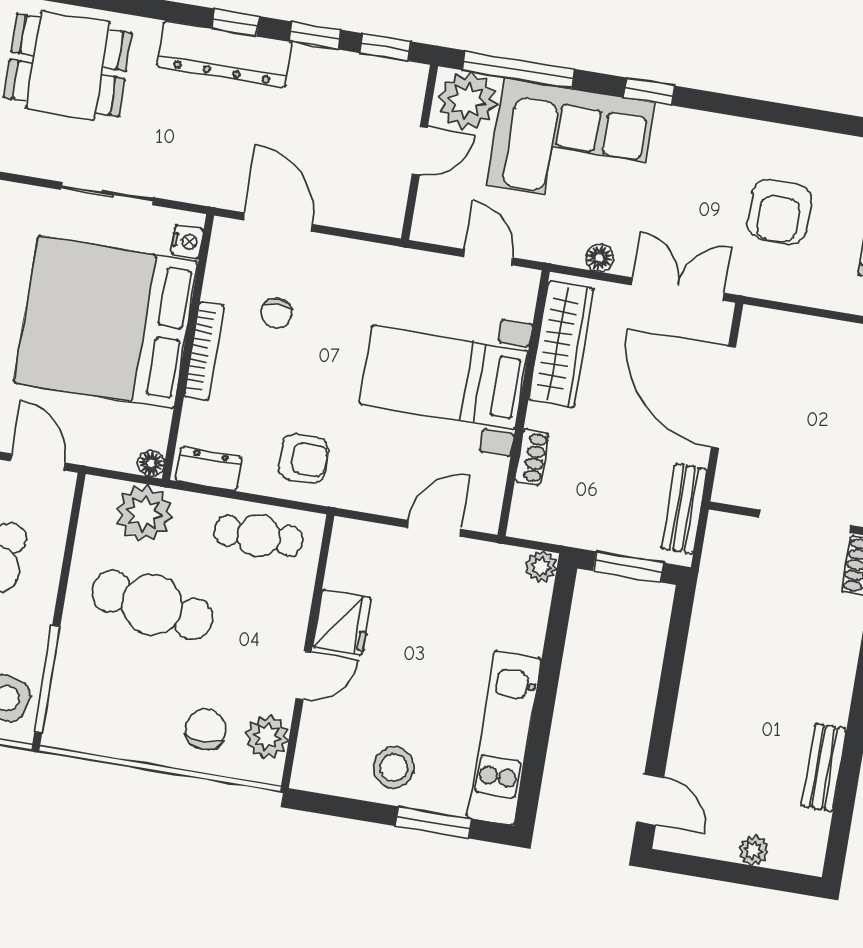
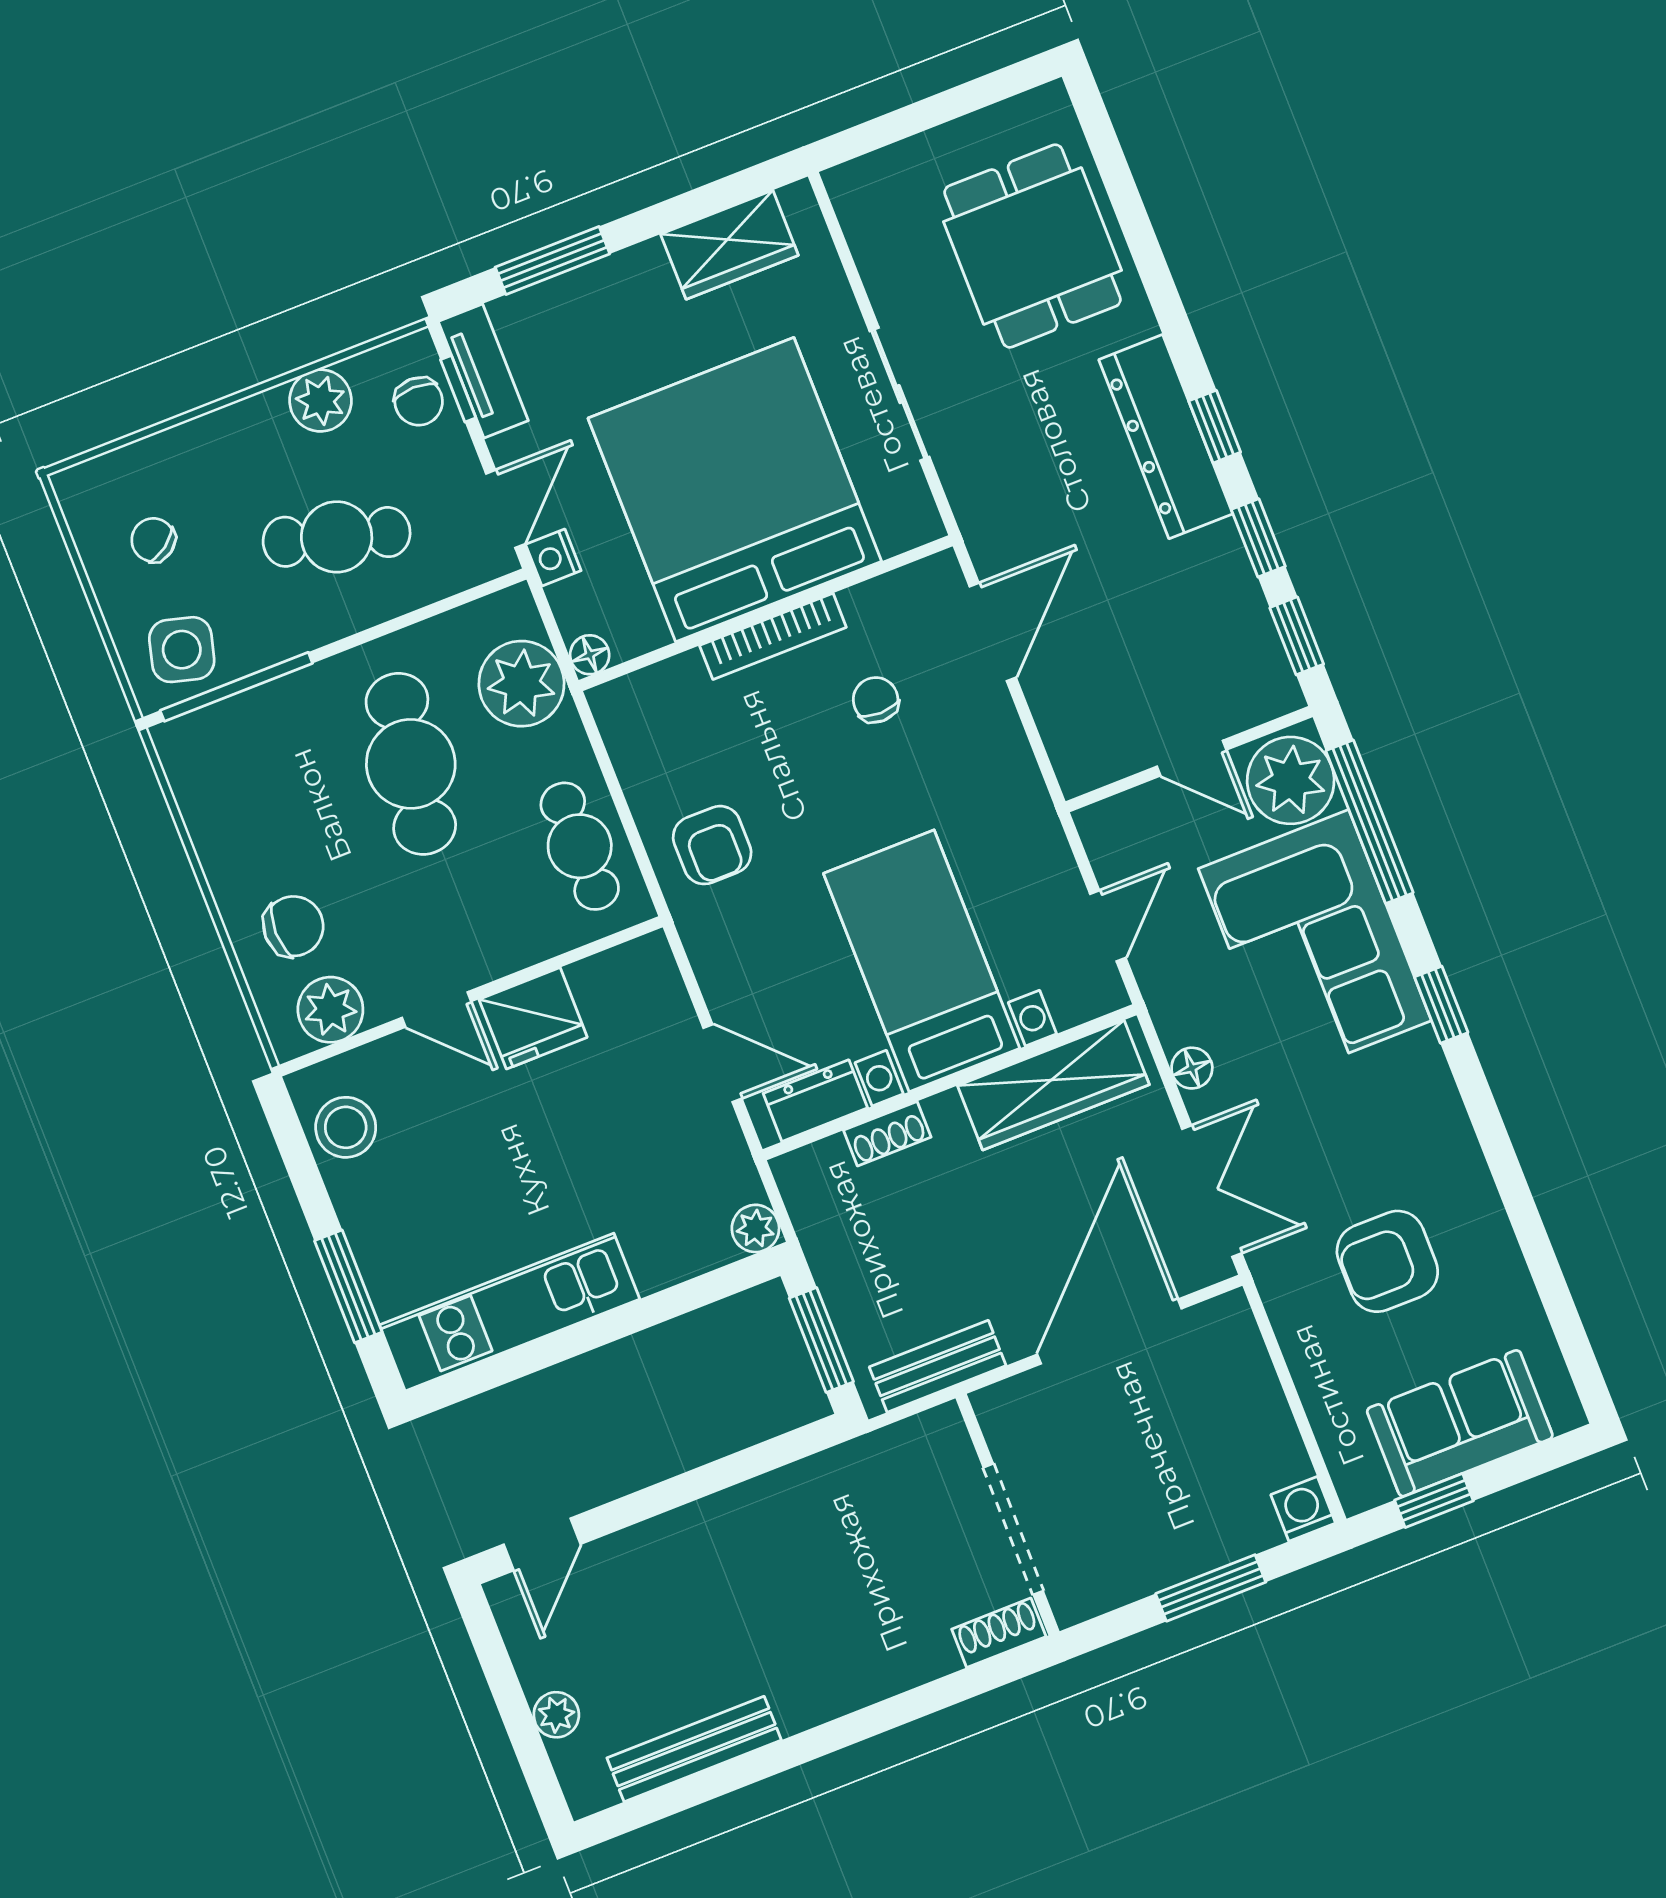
nightstand: (187, 241) -> (553, 558), moved, turned 90
chair: (276, 313) -> (876, 700), turned 90
dresser: (209, 469) -> (815, 1101), moved, turned -90
bench: (824, 767) -> (694, 1749), width x1.36
stool: (394, 768) -> (346, 1127), moved

